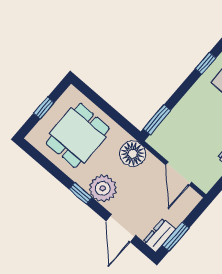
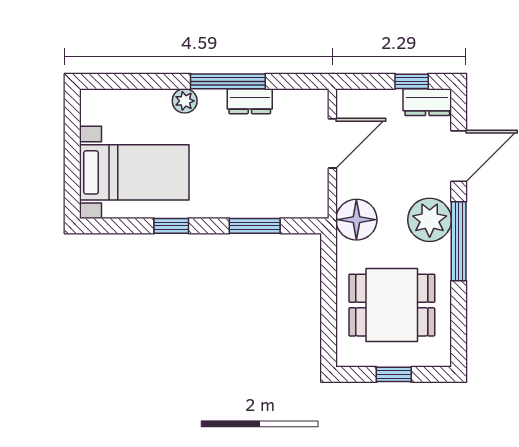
window: (157, 120) -> (255, 226), moved
window: (81, 193) -> (459, 241), width x2.17
window: (176, 237) -> (412, 81), width x0.67

